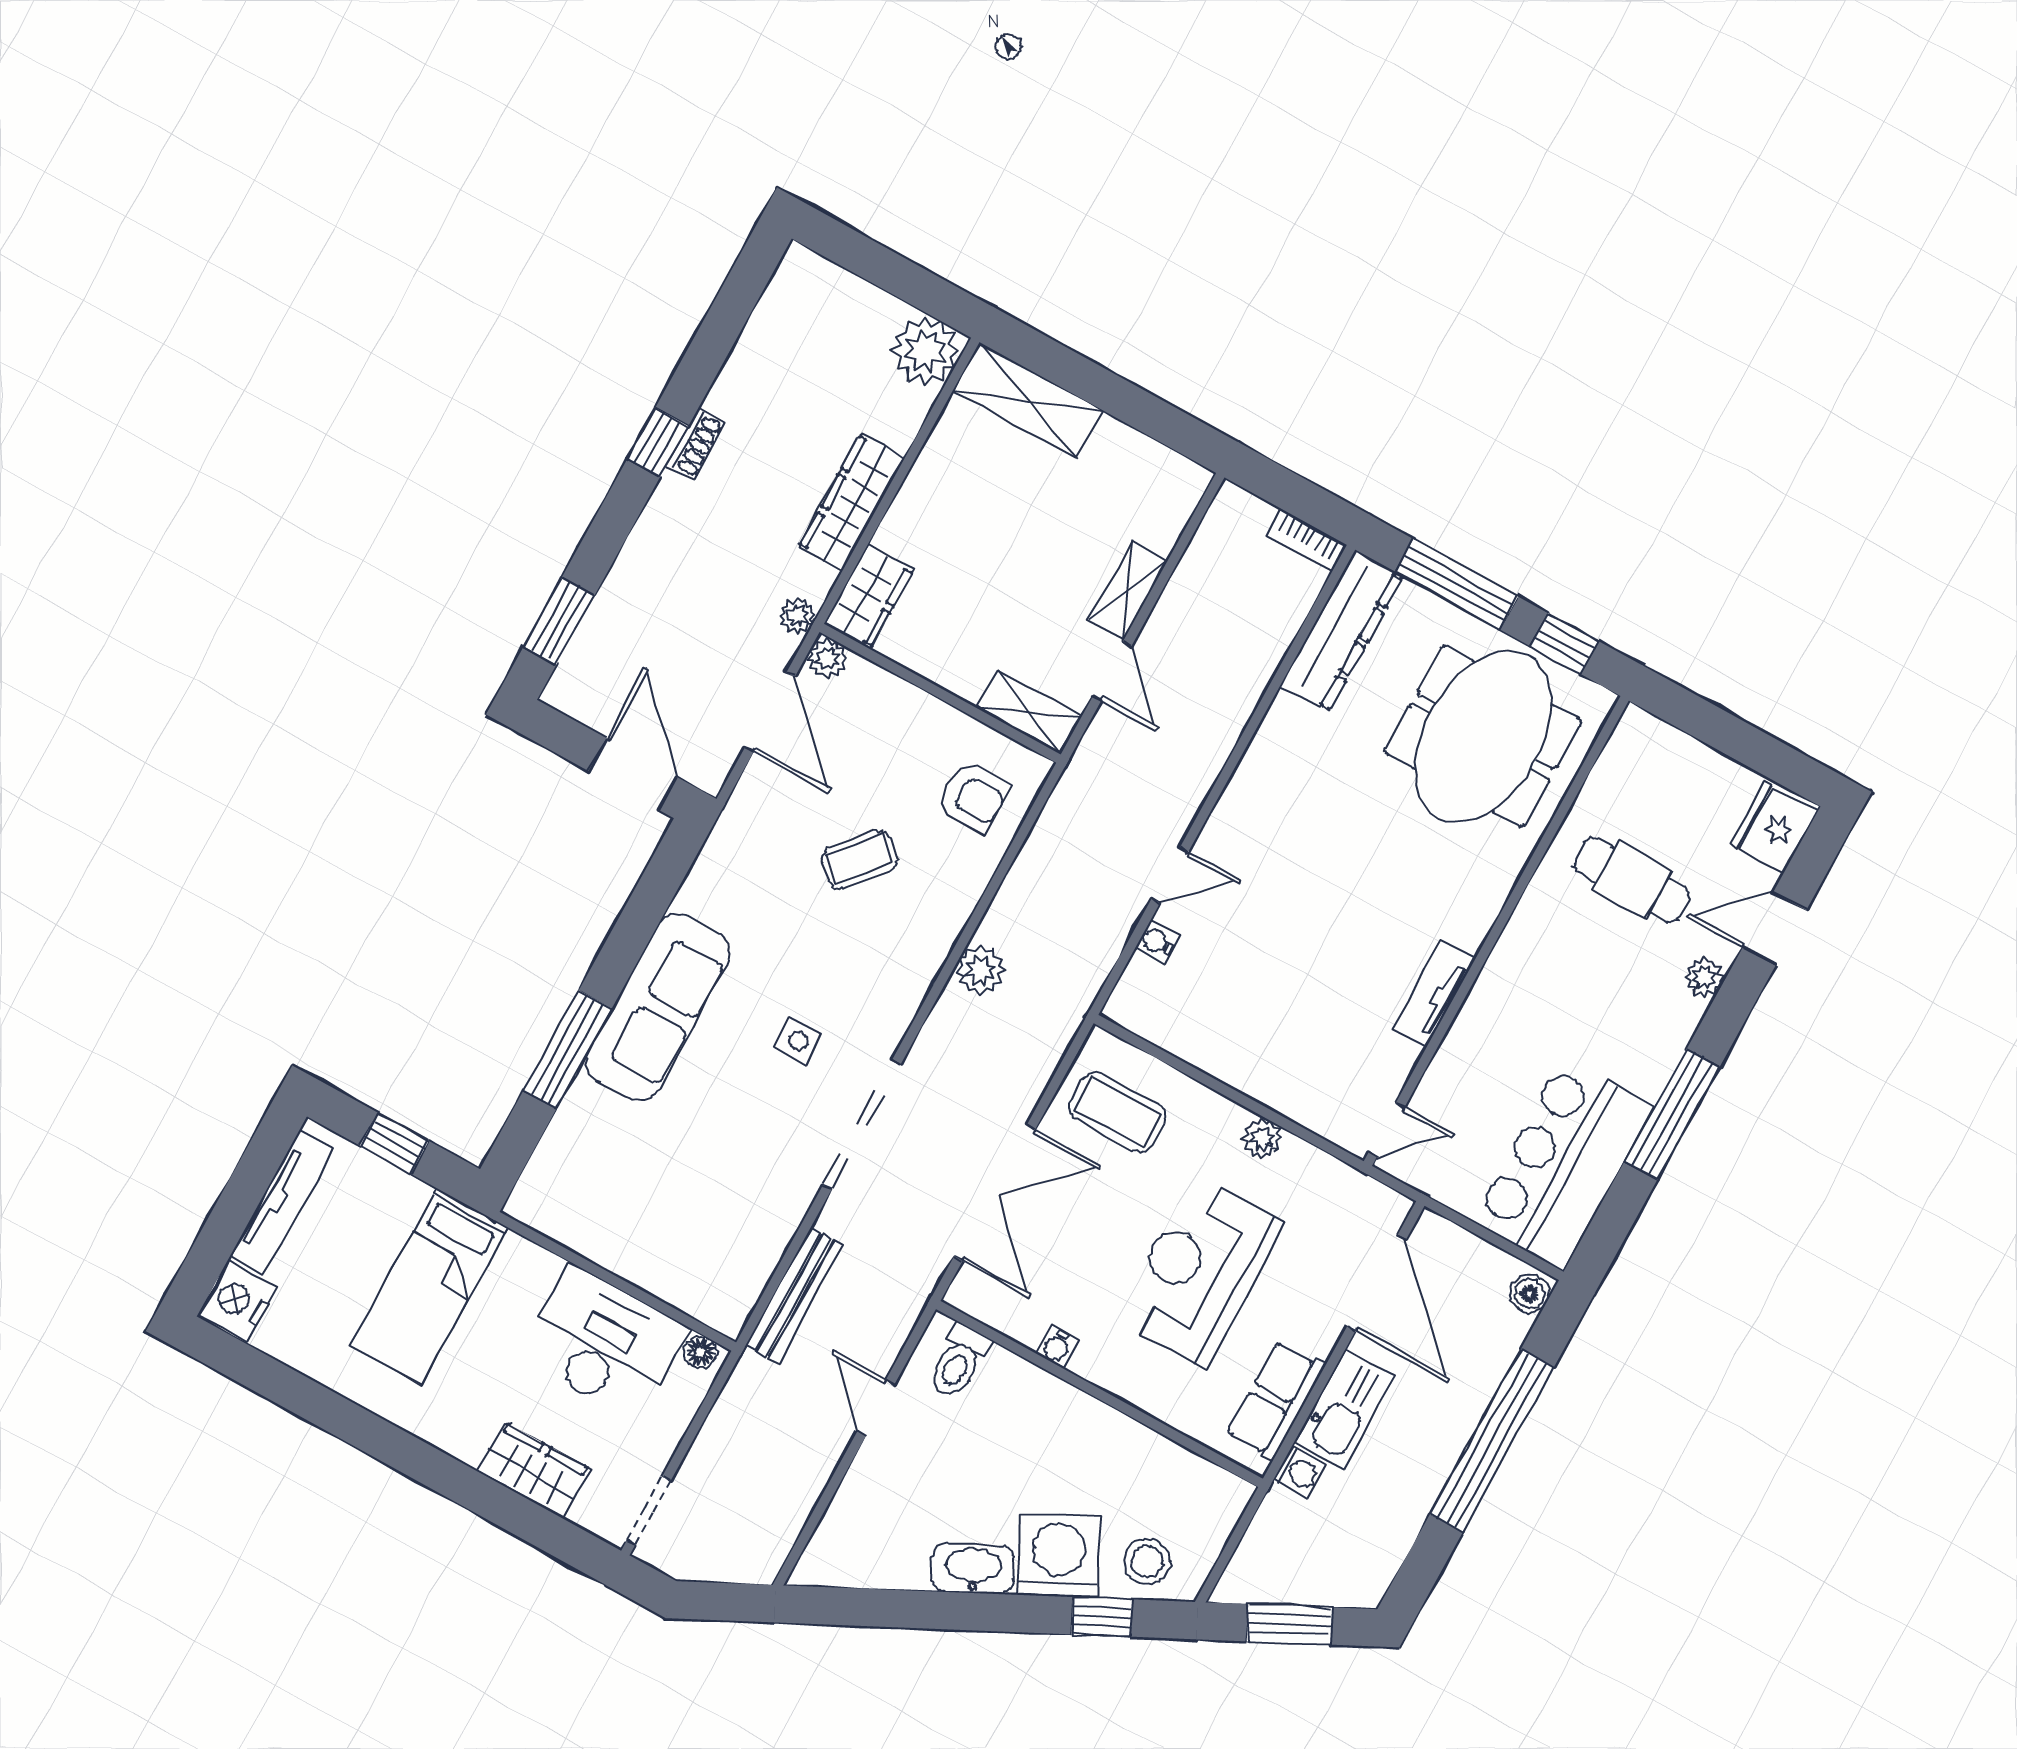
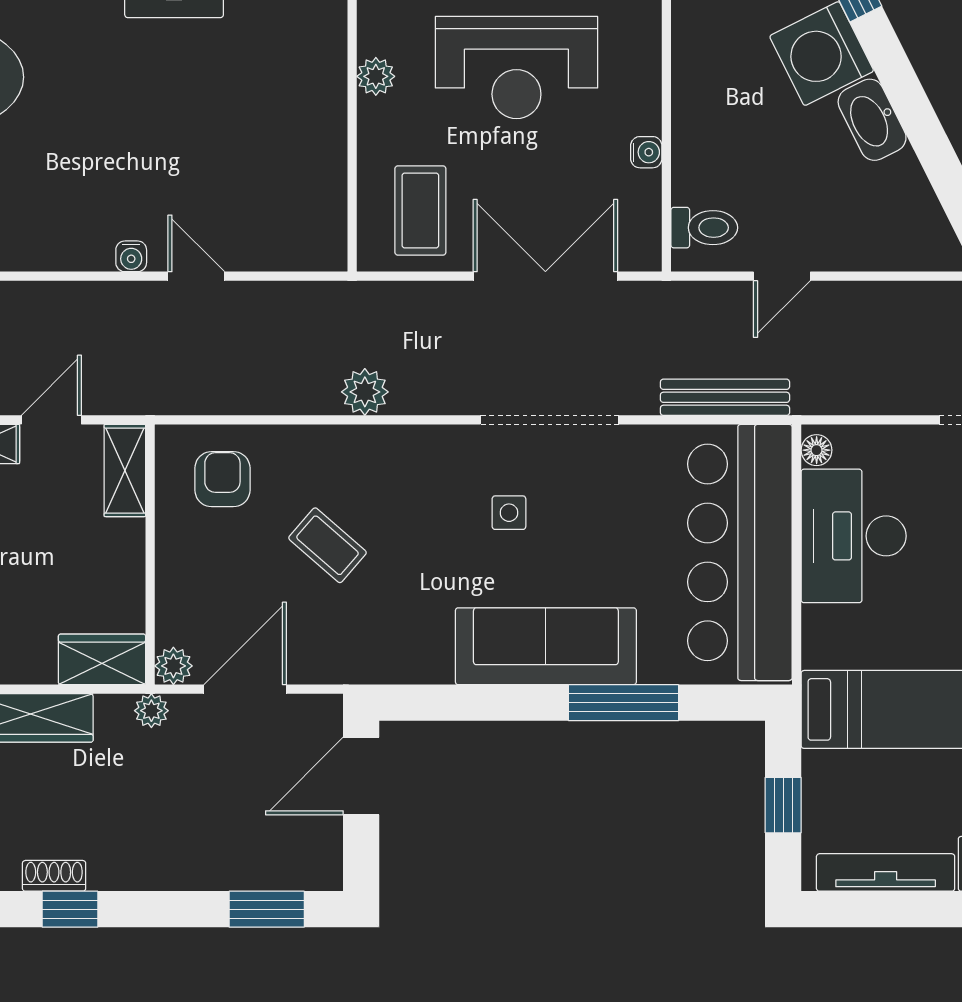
water cooler: (1157, 942) -> (131, 256), moved
bar counter: (646, 1231) -> (740, 552), added

